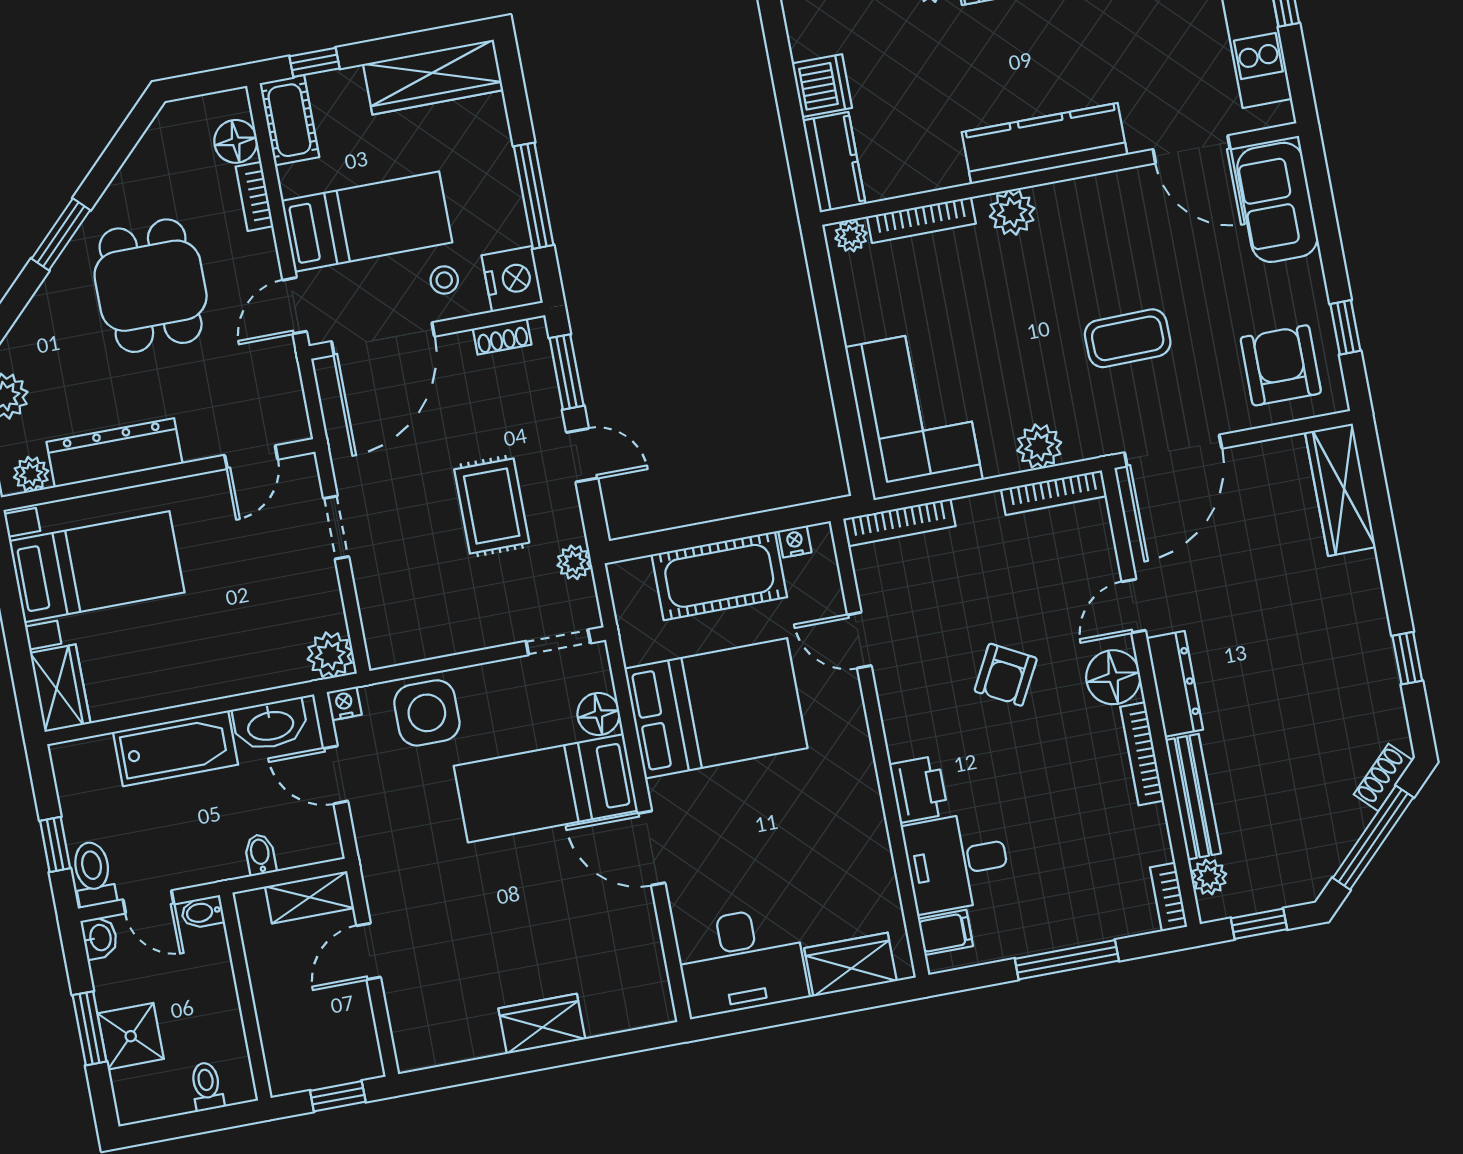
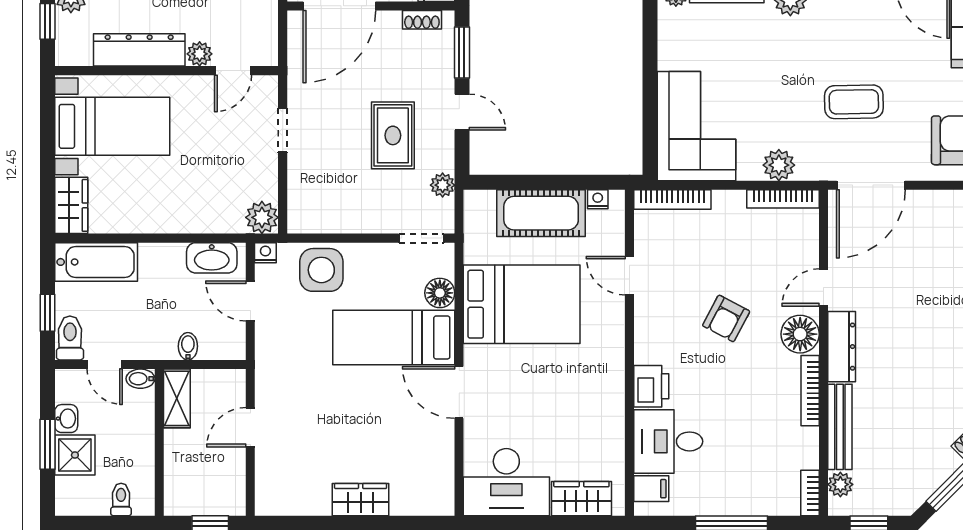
plant: (31, 474) -> (200, 54), moved
bathtub: (175, 748) -> (96, 262), moved
shelving: (310, 897) -> (177, 398), moved, turned 90
washbasin: (100, 938) -> (66, 419), moved

